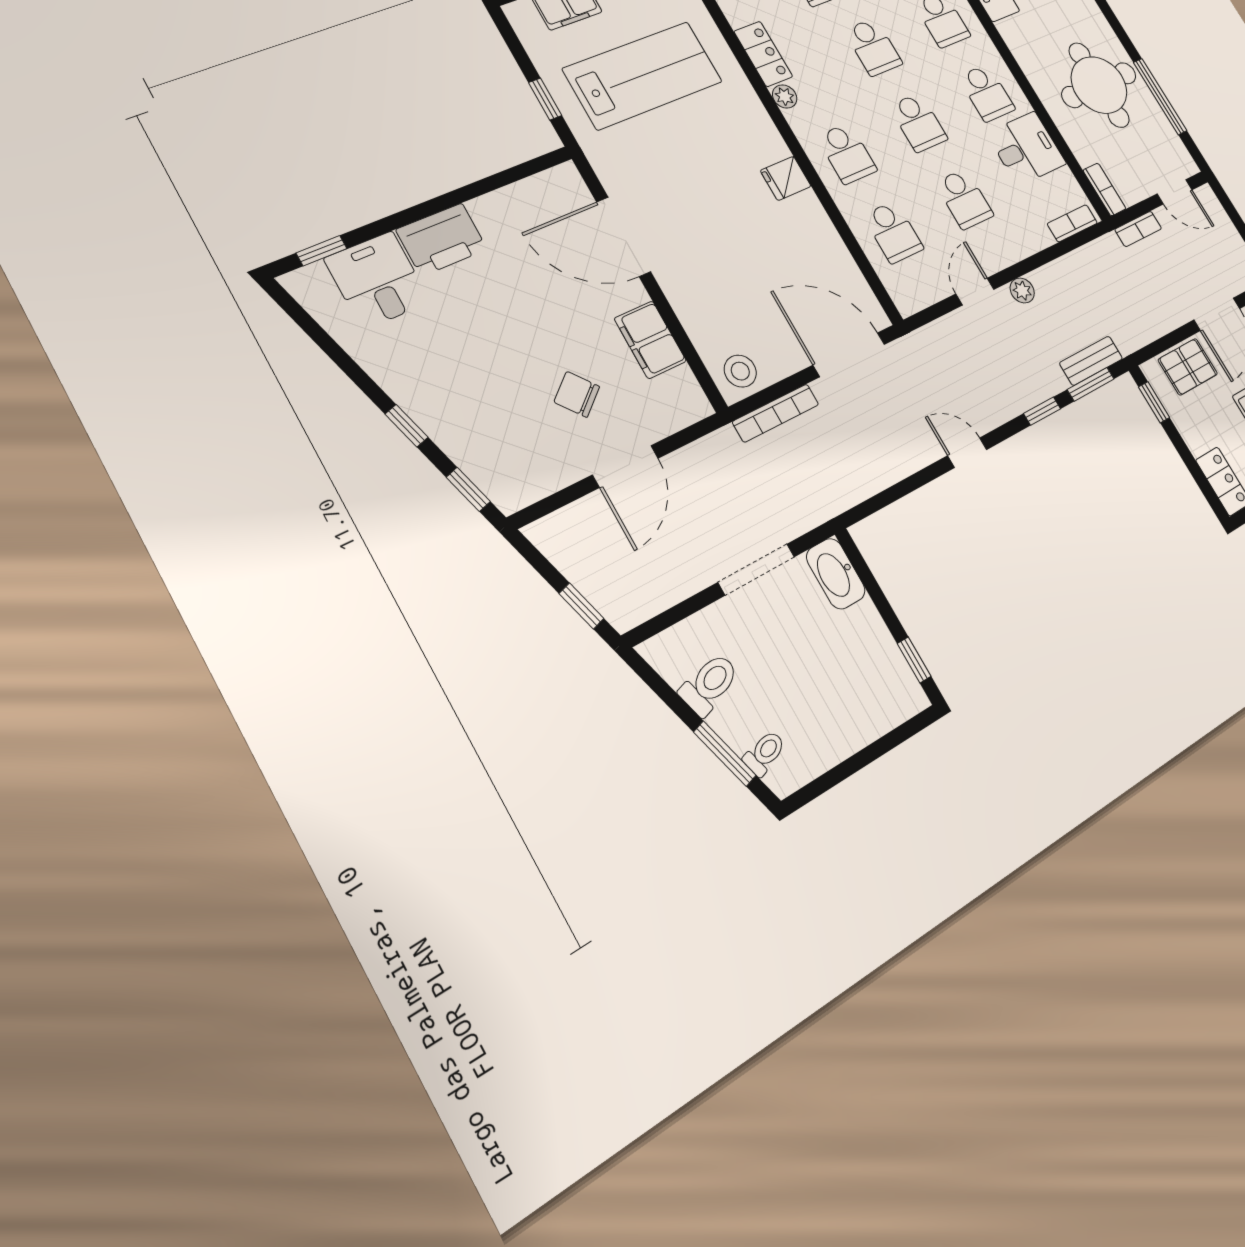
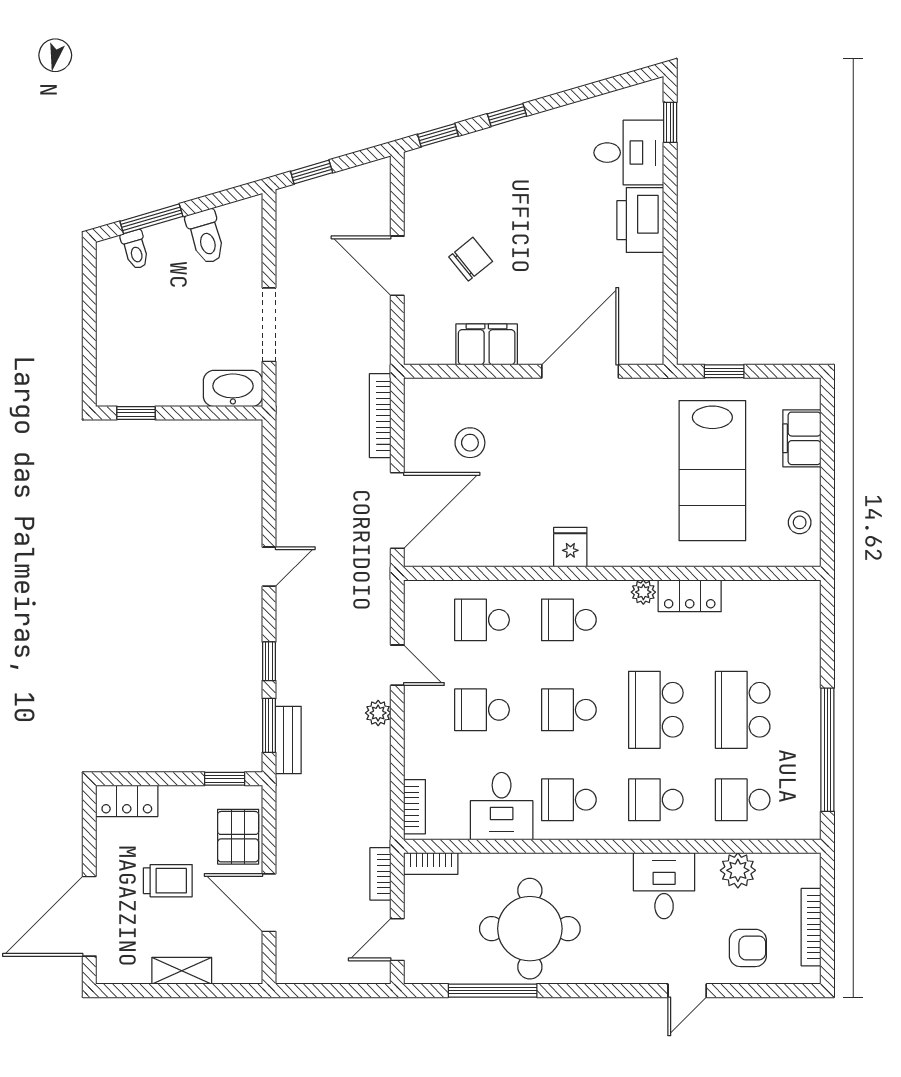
school desk: (873, 47) -> (656, 710), width x1.85
stool: (740, 371) -> (470, 443), moved

